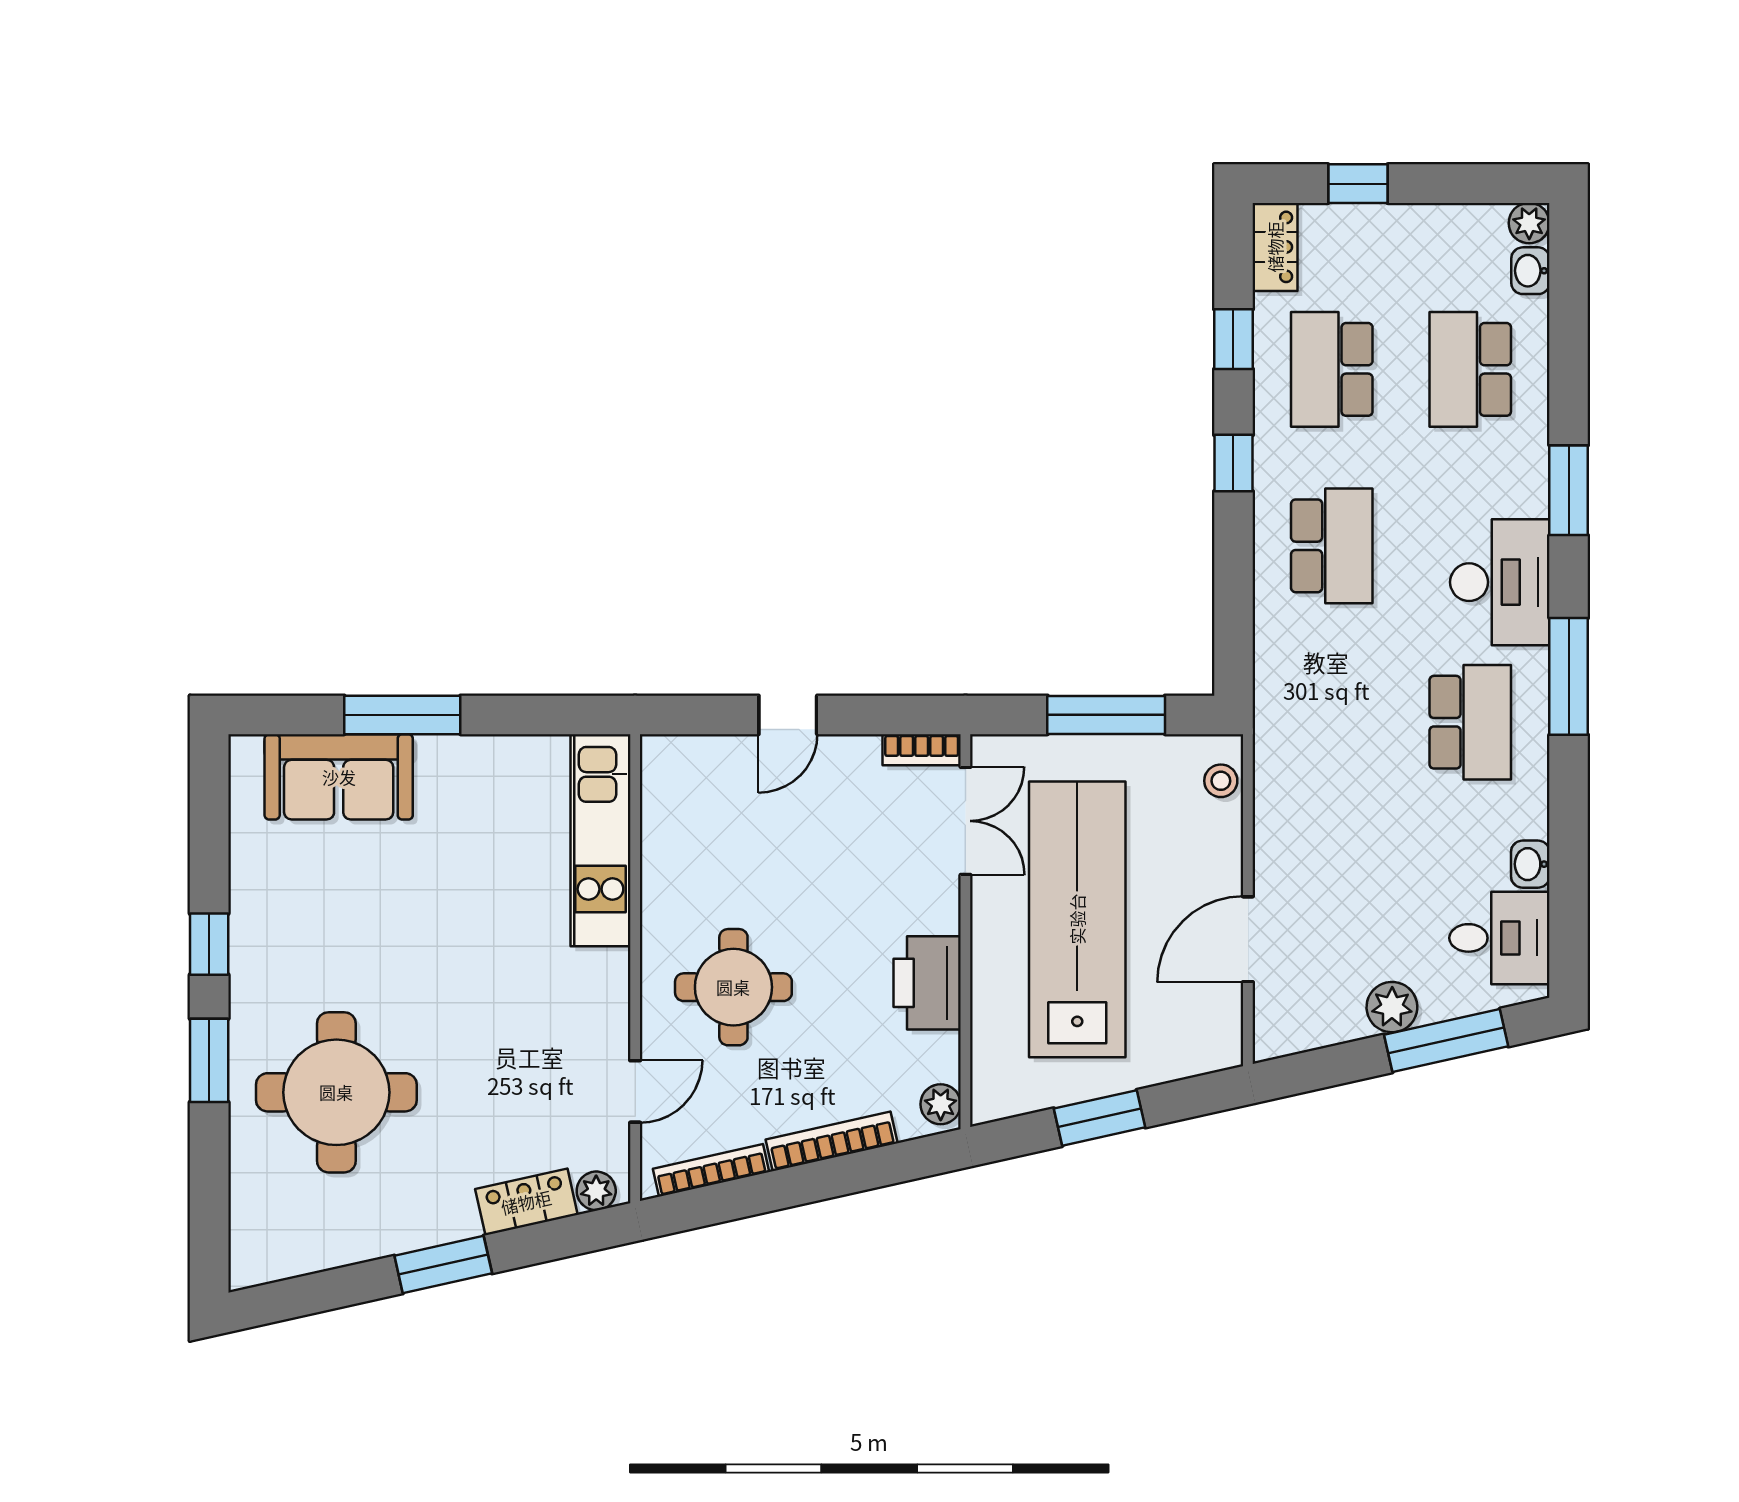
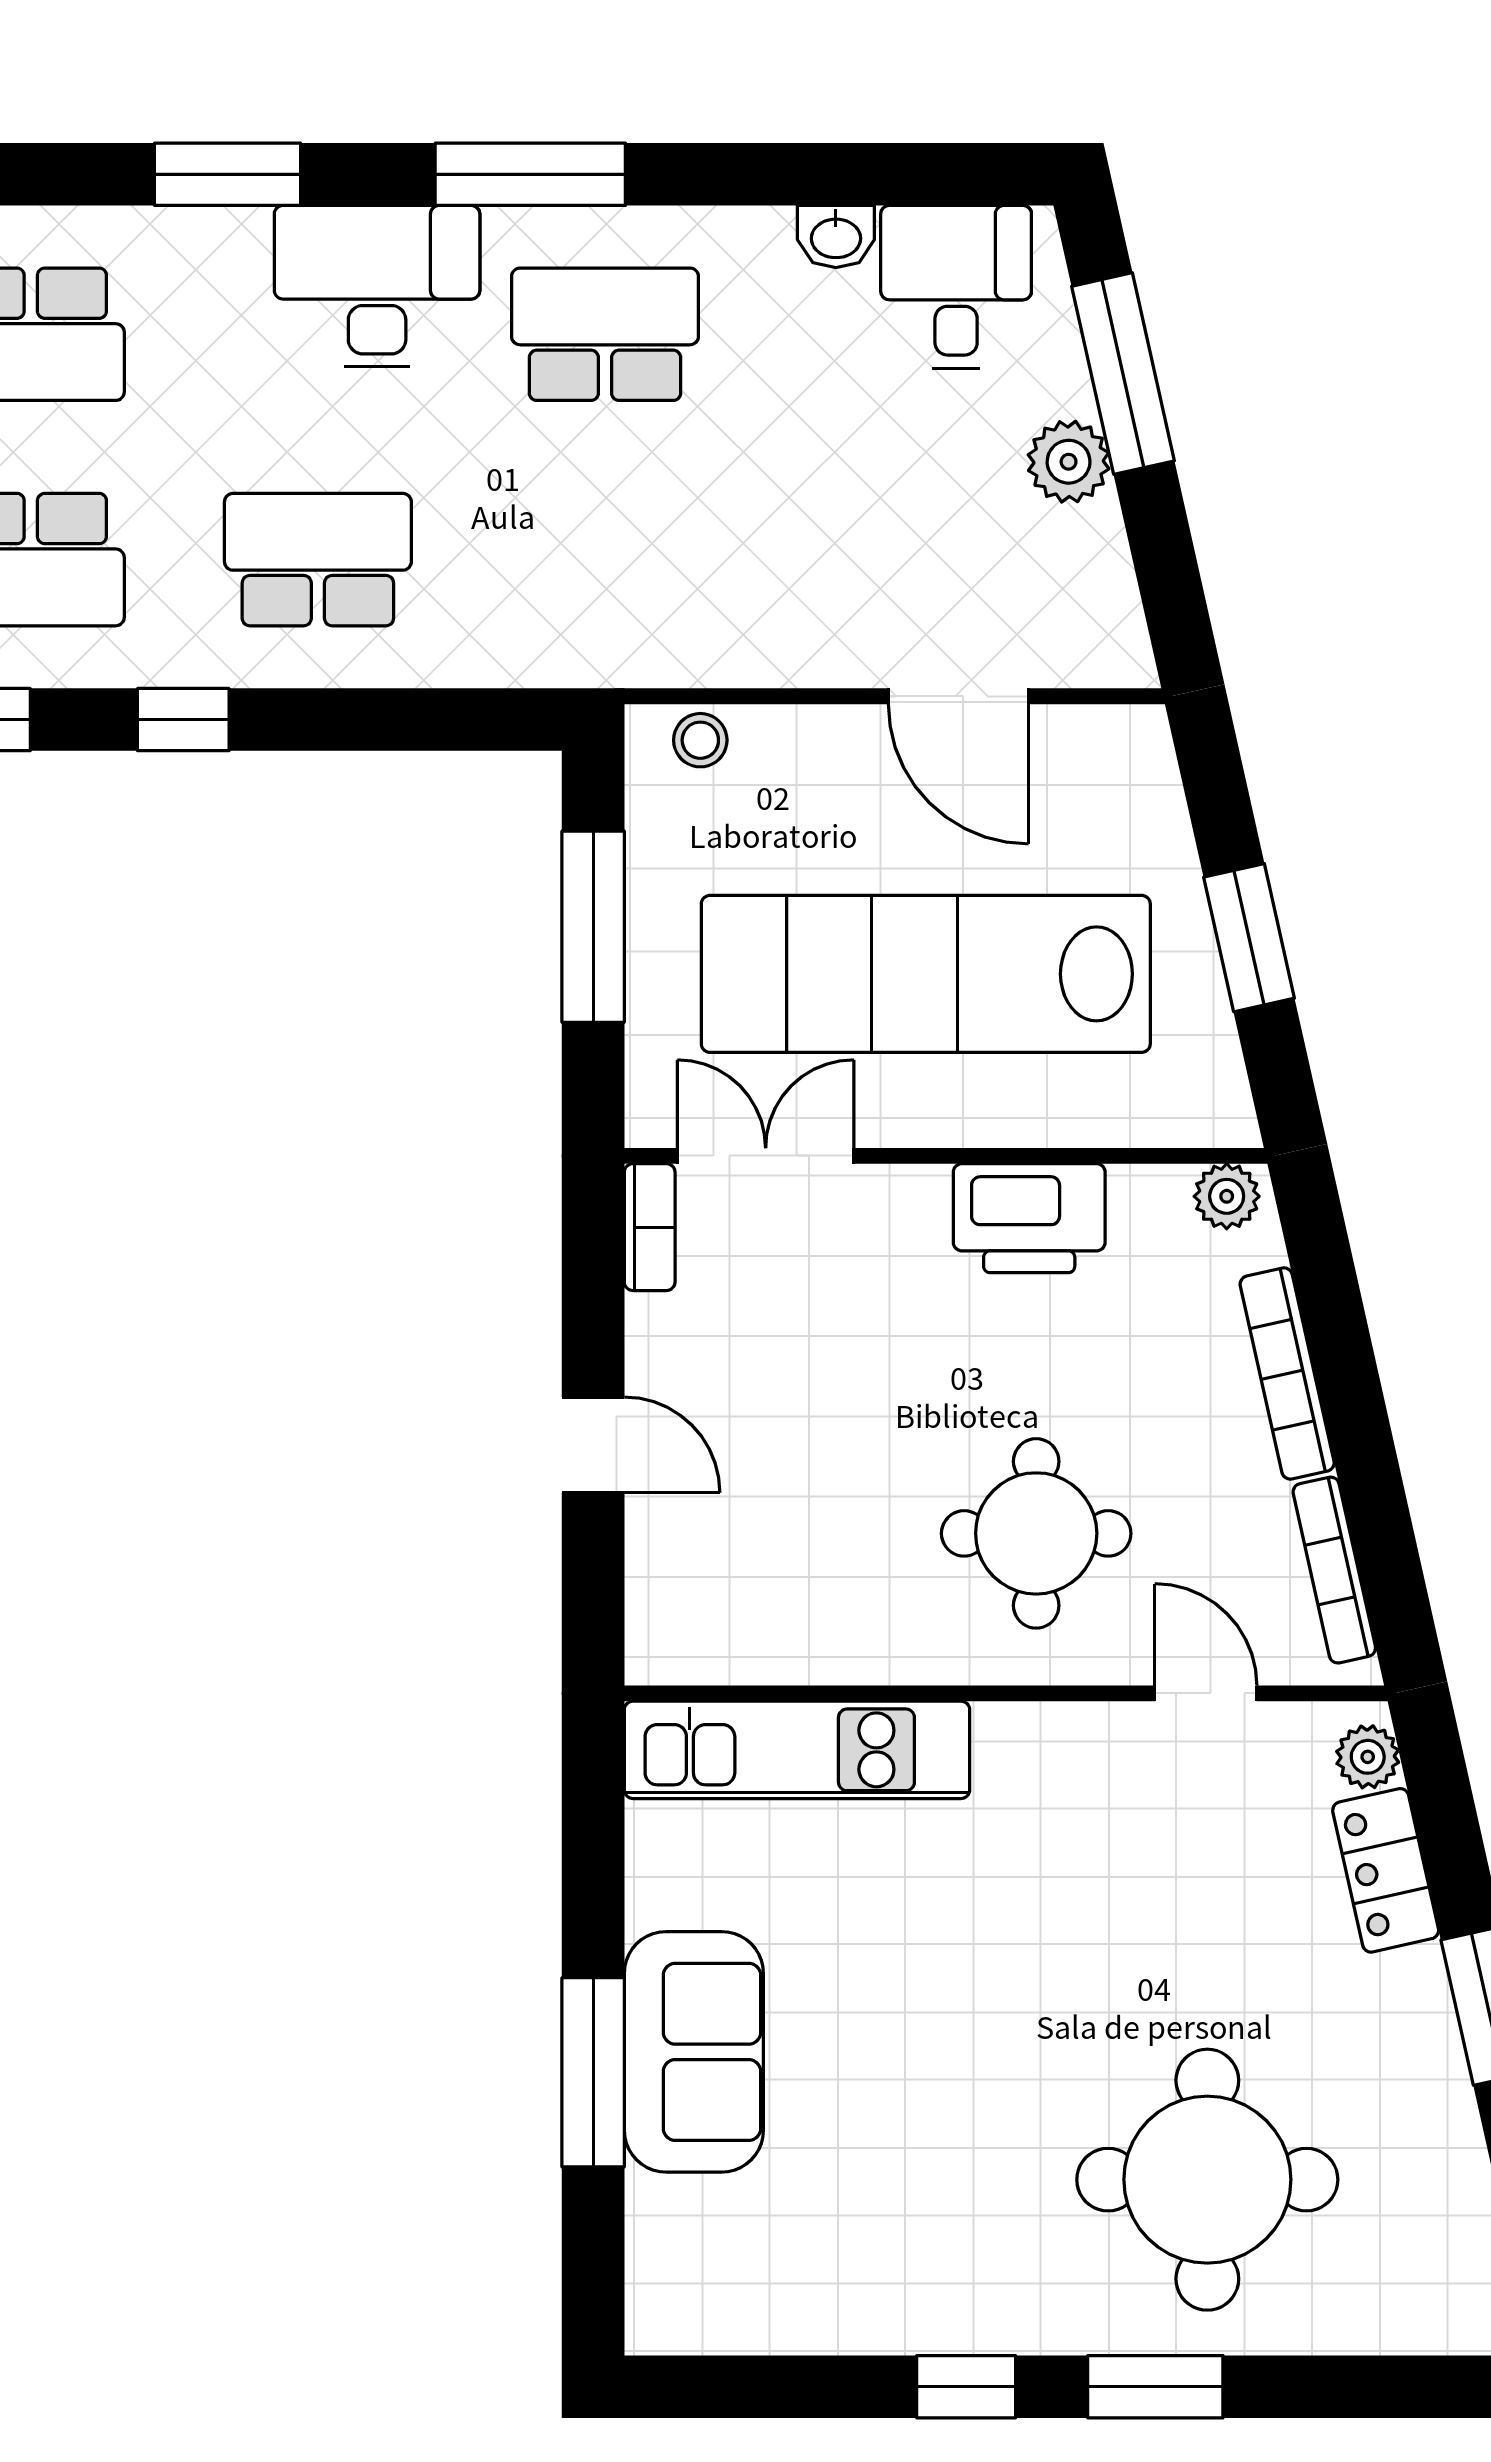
sofa: (339, 777) -> (694, 2052), moved

